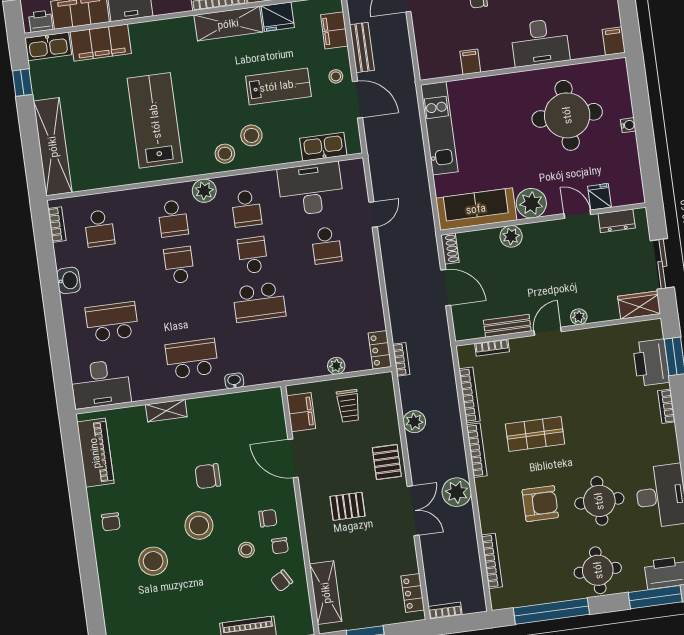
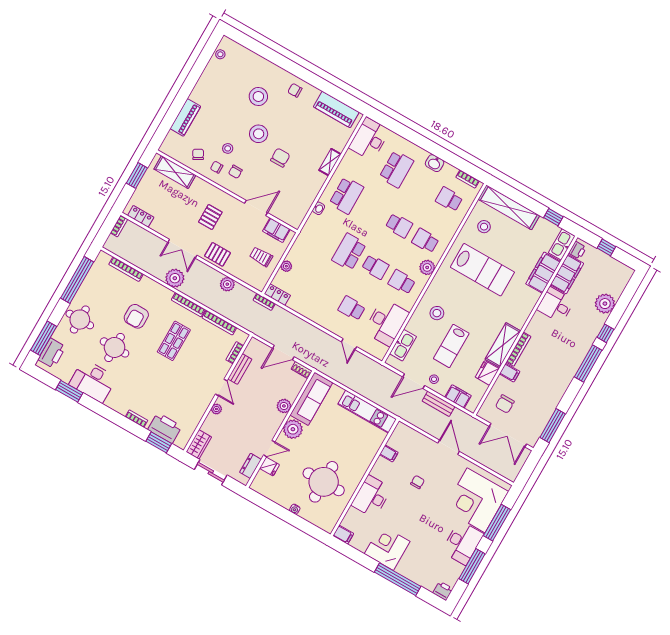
stool: (225, 154) -> (484, 227), moved

